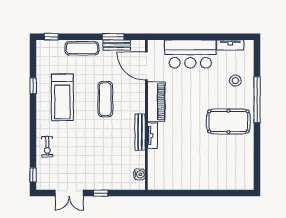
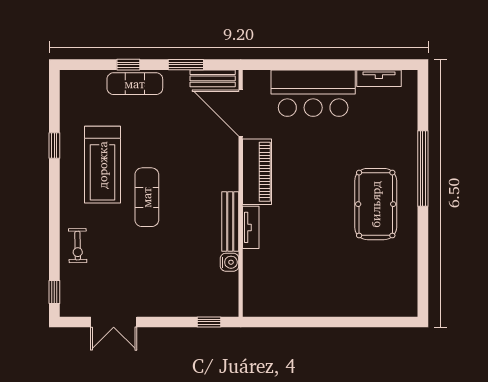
window: (51, 37) -> (128, 65), moved
bench: (117, 45) -> (213, 78), moved
stool: (235, 81) -> (387, 137), removed
exercise mat: (105, 99) -> (147, 197), moved
pool table: (228, 121) -> (376, 204), turned 90
water cooler: (140, 174) -> (230, 262), moved
window: (101, 193) -> (209, 322), moved

